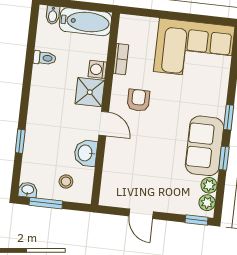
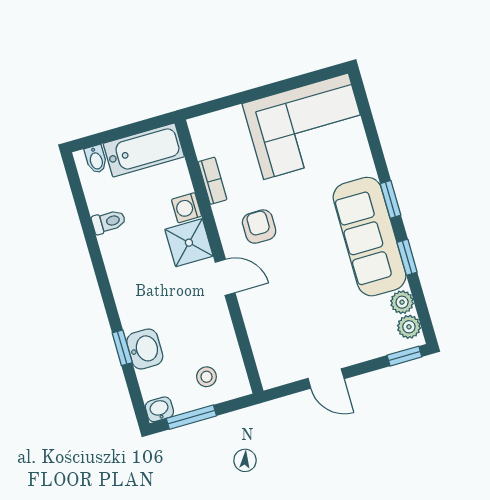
sofa: (204, 146) -> (370, 237), width x1.36
washbasin: (86, 153) -> (145, 349), moved, turned 180

